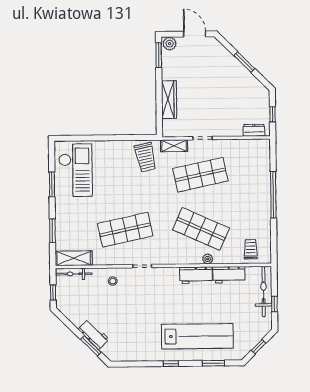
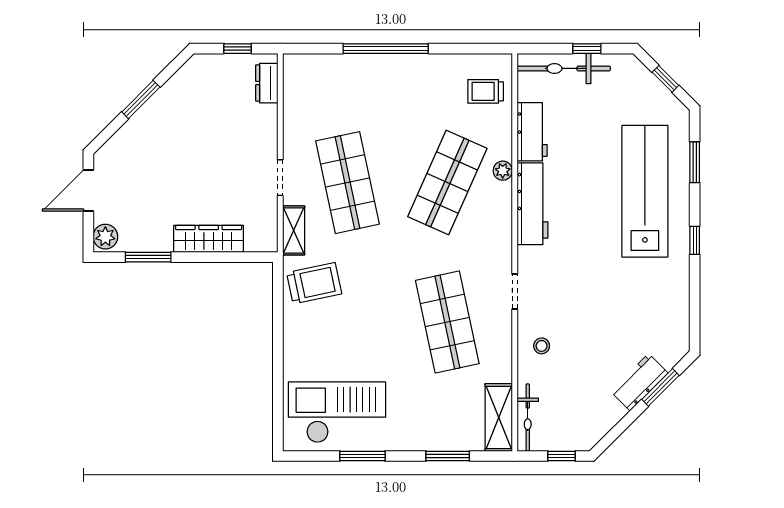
window: (159, 55) -> (148, 257), moved
workbench: (196, 275) -> (532, 204), width x1.38

